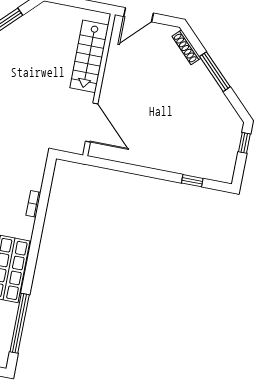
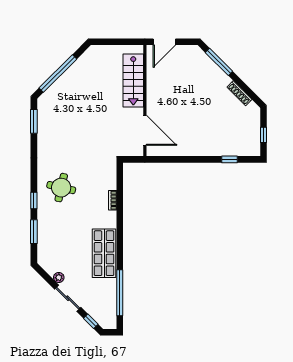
shoe rack: (186, 47) -> (239, 93), moved
window: (215, 72) -> (219, 62), moved
window: (244, 143) -> (263, 135), moved

